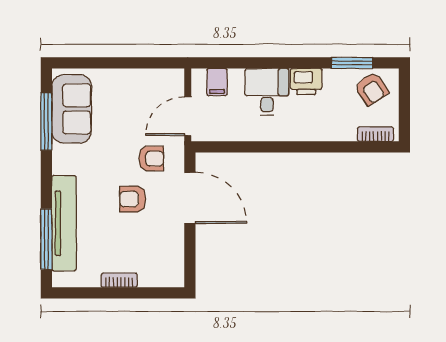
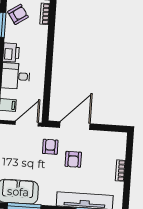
door: (188, 116) -> (27, 124), swing flipped

